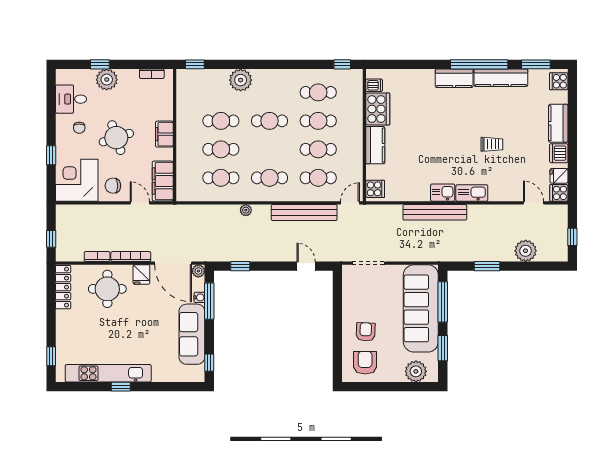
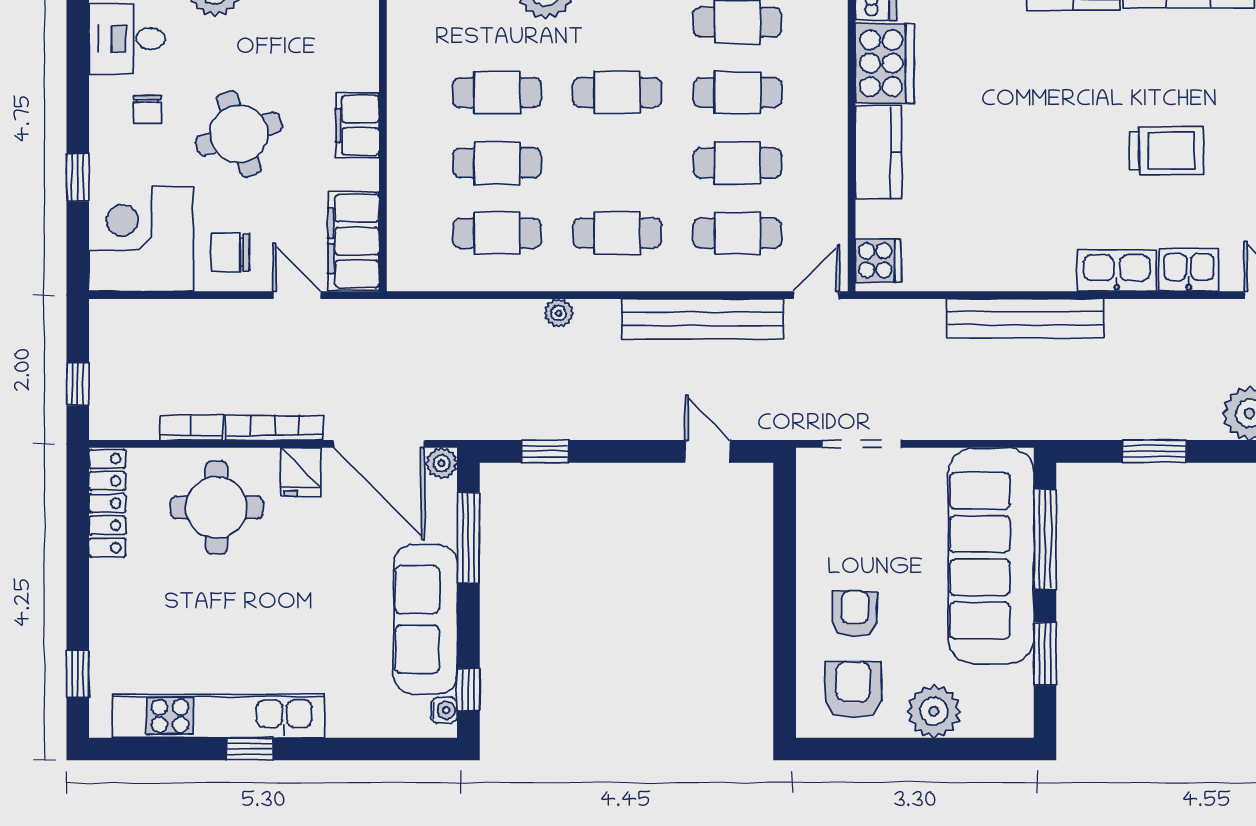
trolley: (492, 144) -> (1166, 151), width x1.36, depth x1.39
kitchen sink: (443, 193) -> (1189, 270), moved
water cooler: (199, 297) -> (444, 710), moved
plant: (416, 371) -> (934, 711), moved

